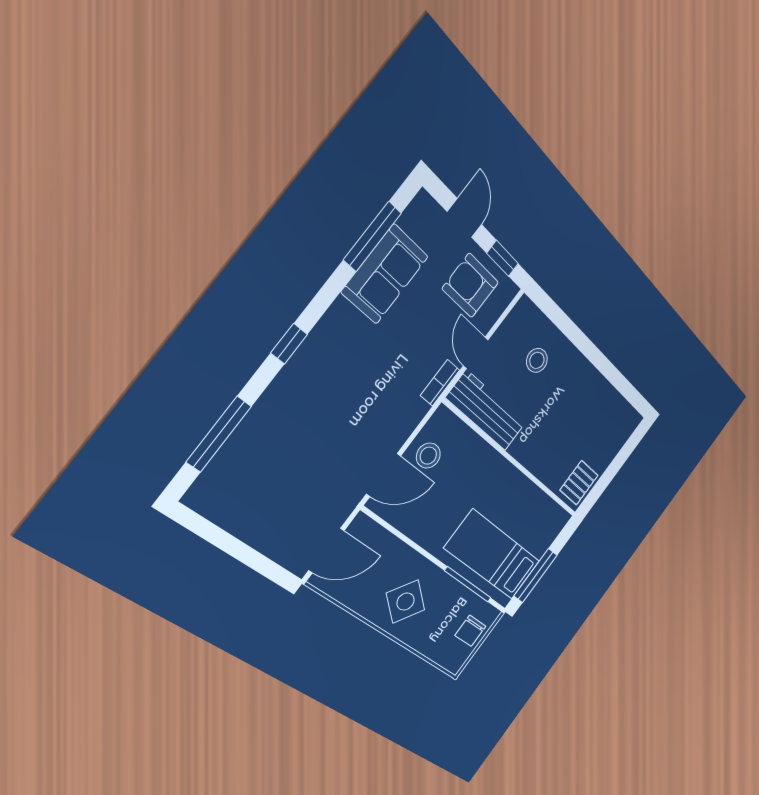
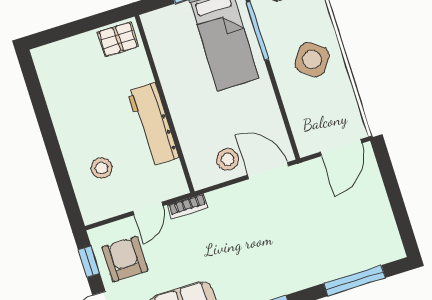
armchair: (470, 285) -> (125, 259), turned 180
workbench: (486, 411) -> (153, 124), moved
door: (326, 551) -> (341, 148), swing flipped

